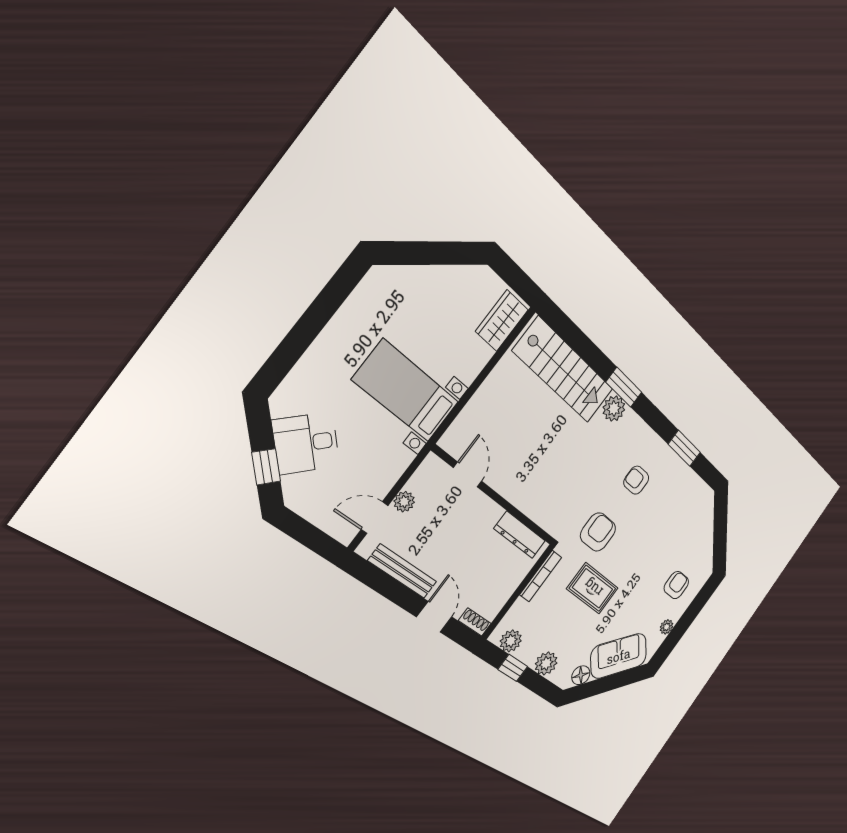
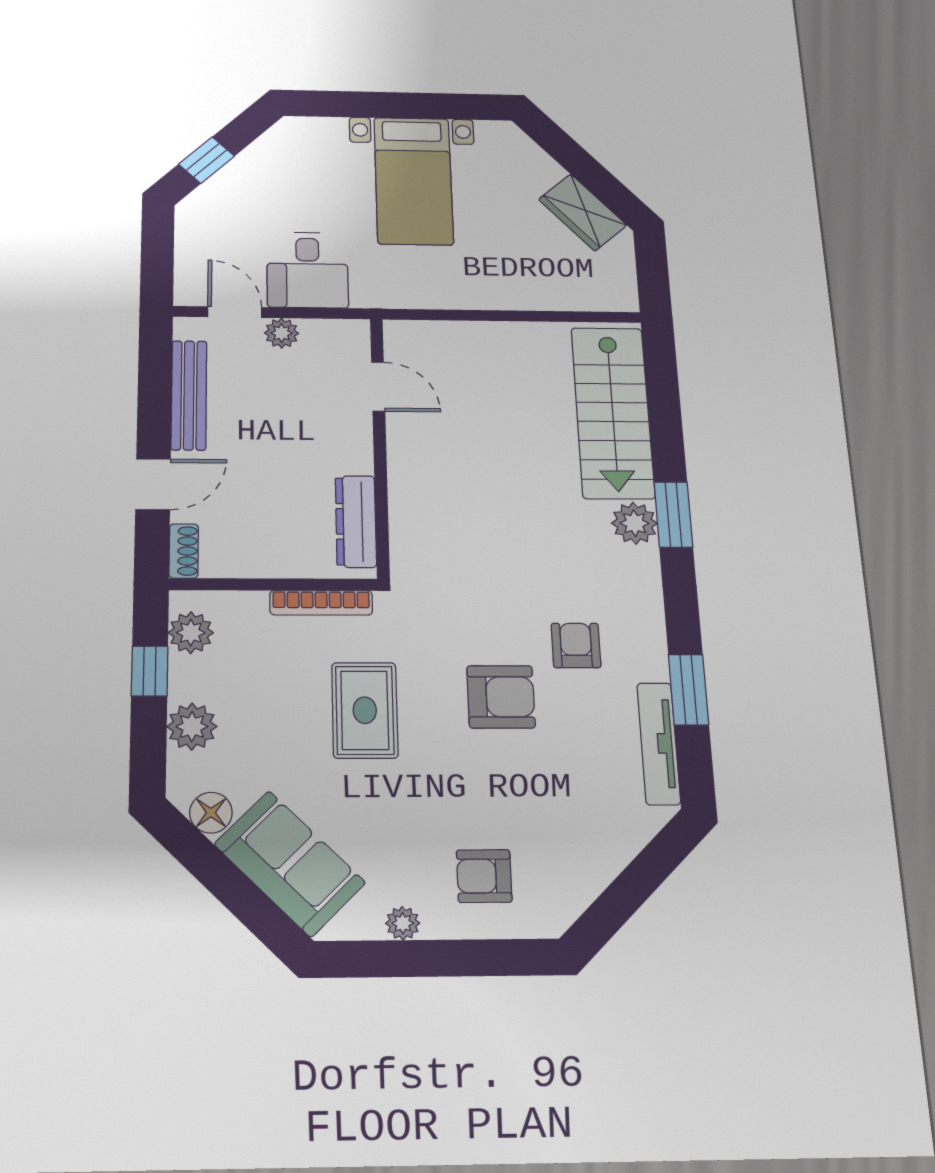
wardrobe: (502, 321) -> (583, 212), moved, turned -132
bed with nightstands: (406, 391) -> (413, 181), moved, turned 180
desk: (306, 443) -> (308, 270), moved, turned -135
door: (468, 474) -> (378, 387), hinge flipped
tv unit: (690, 479) -> (659, 743), added
armchair: (598, 532) -> (501, 697), moved
armchair: (676, 585) -> (484, 876), turned 180

